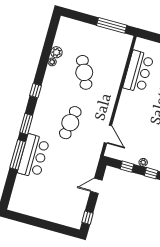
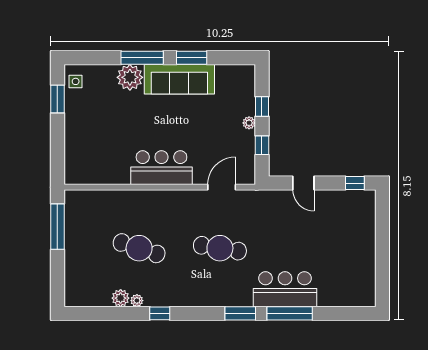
cafe table: (84, 72) -> (139, 248), turned 42
bar counter: (138, 72) -> (161, 168), moved
window: (36, 91) -> (160, 313), moved

